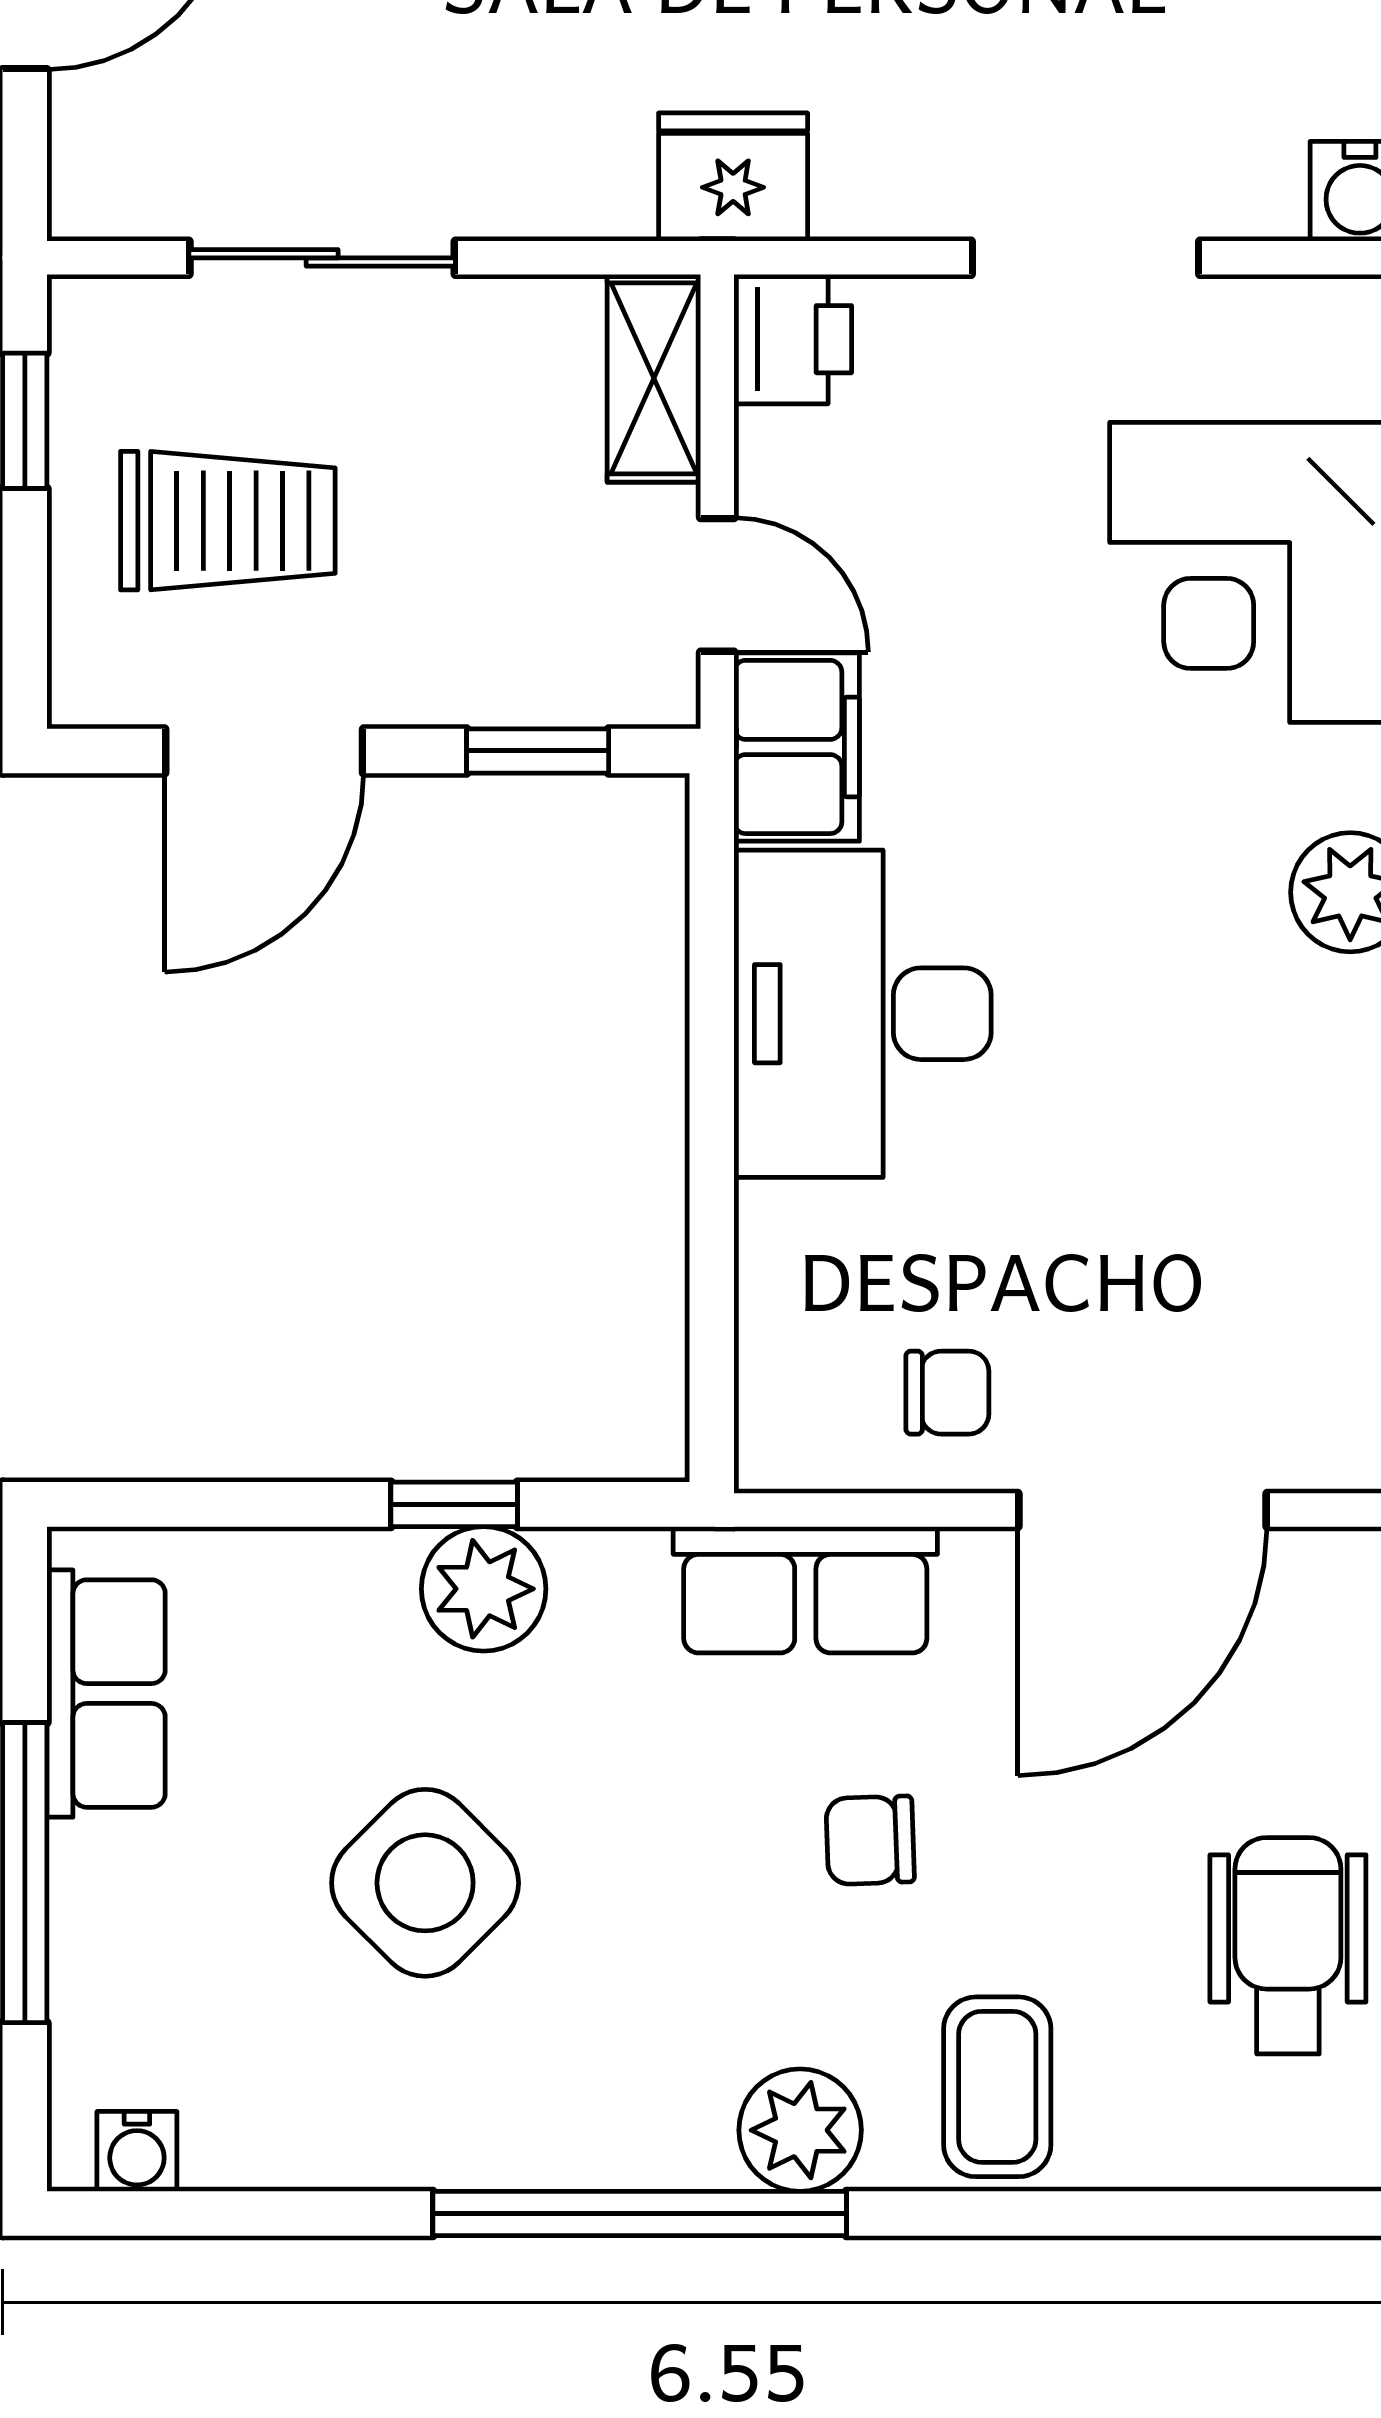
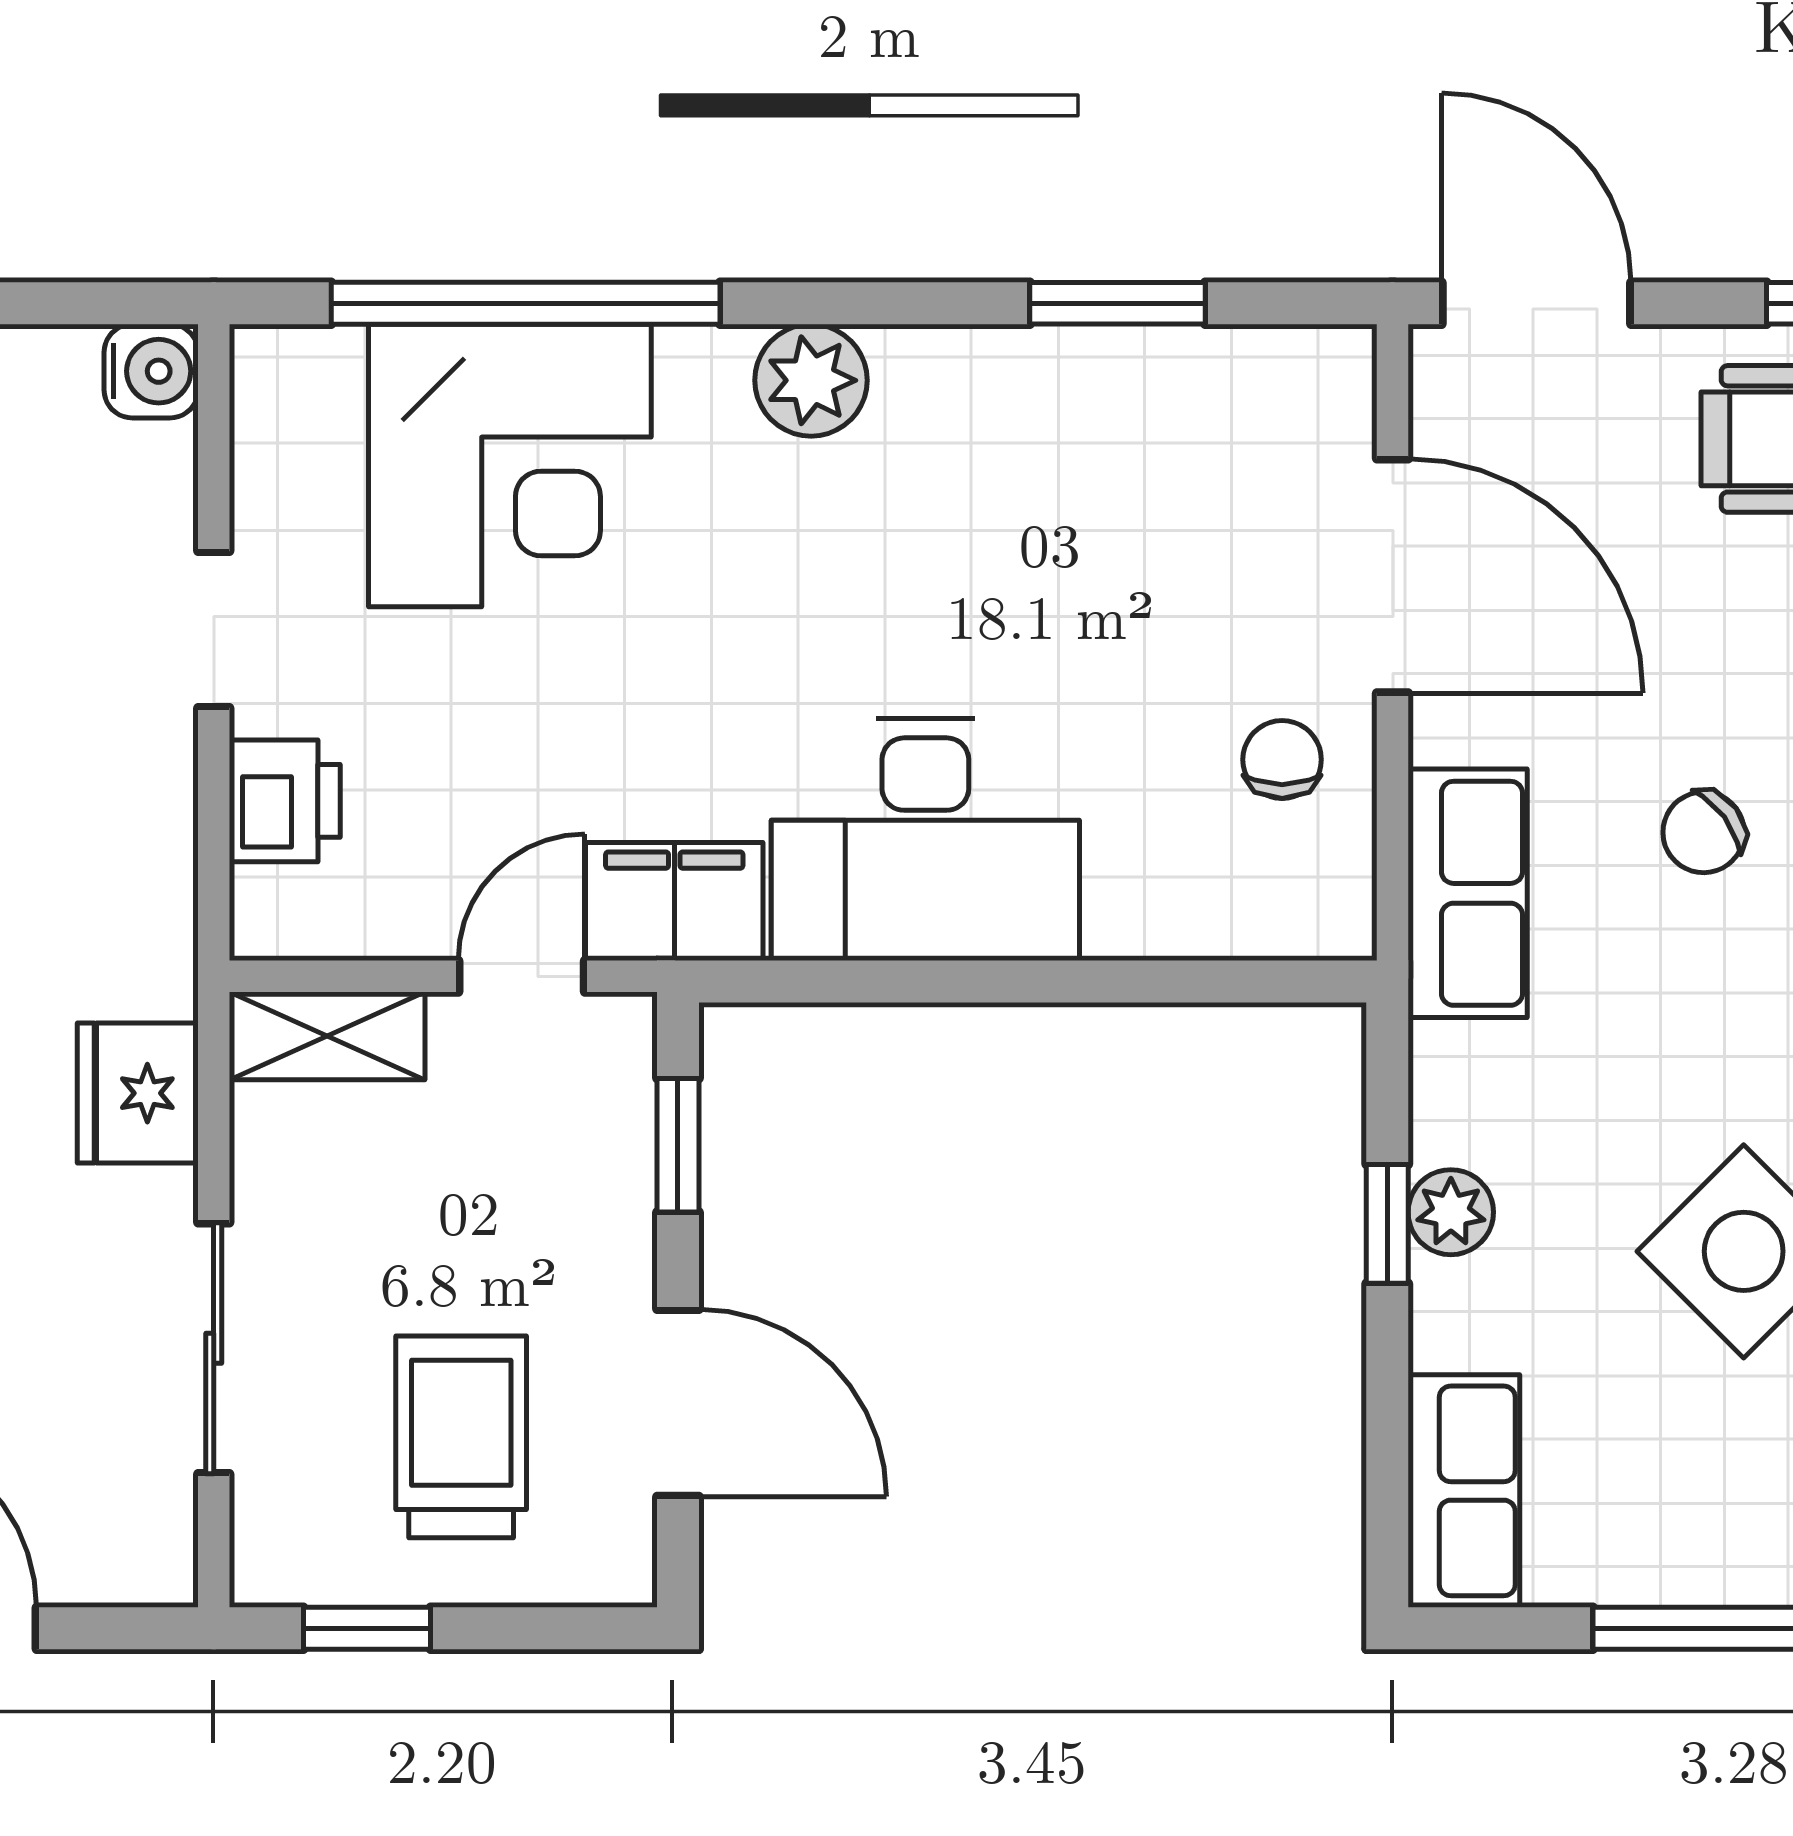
fridge: (733, 177) -> (138, 1093), moved
doorway: (1086, 258) -> (214, 629), width x0.73
printer: (793, 339) -> (285, 801), moved, turned 90
plant: (484, 1589) -> (1451, 1212), width x0.73, depth x0.73
row of seats: (106, 1694) -> (1464, 1491), moved, turned 90
chair: (870, 1840) -> (1704, 832), turned 55

